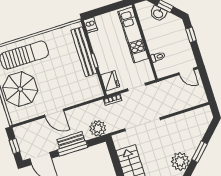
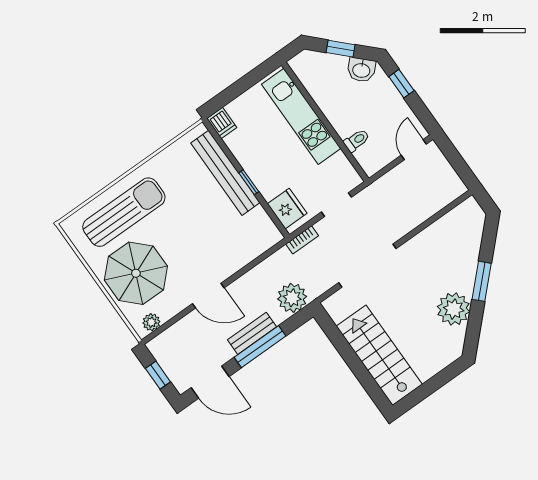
washbasin: (158, 13) -> (361, 70), moved
door: (186, 71) -> (414, 150), swing flipped
plant: (20, 117) -> (151, 322), added

